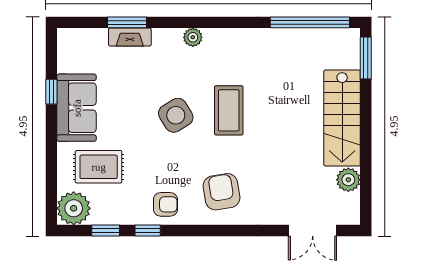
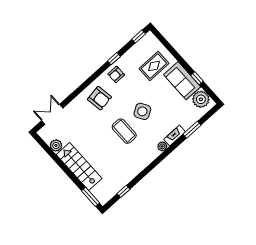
window: (310, 22) -> (123, 191), width x0.32
fireplace: (130, 37) -> (175, 136), moved
plant: (74, 208) -> (201, 99), moved
window: (106, 230) -> (139, 36), moved

